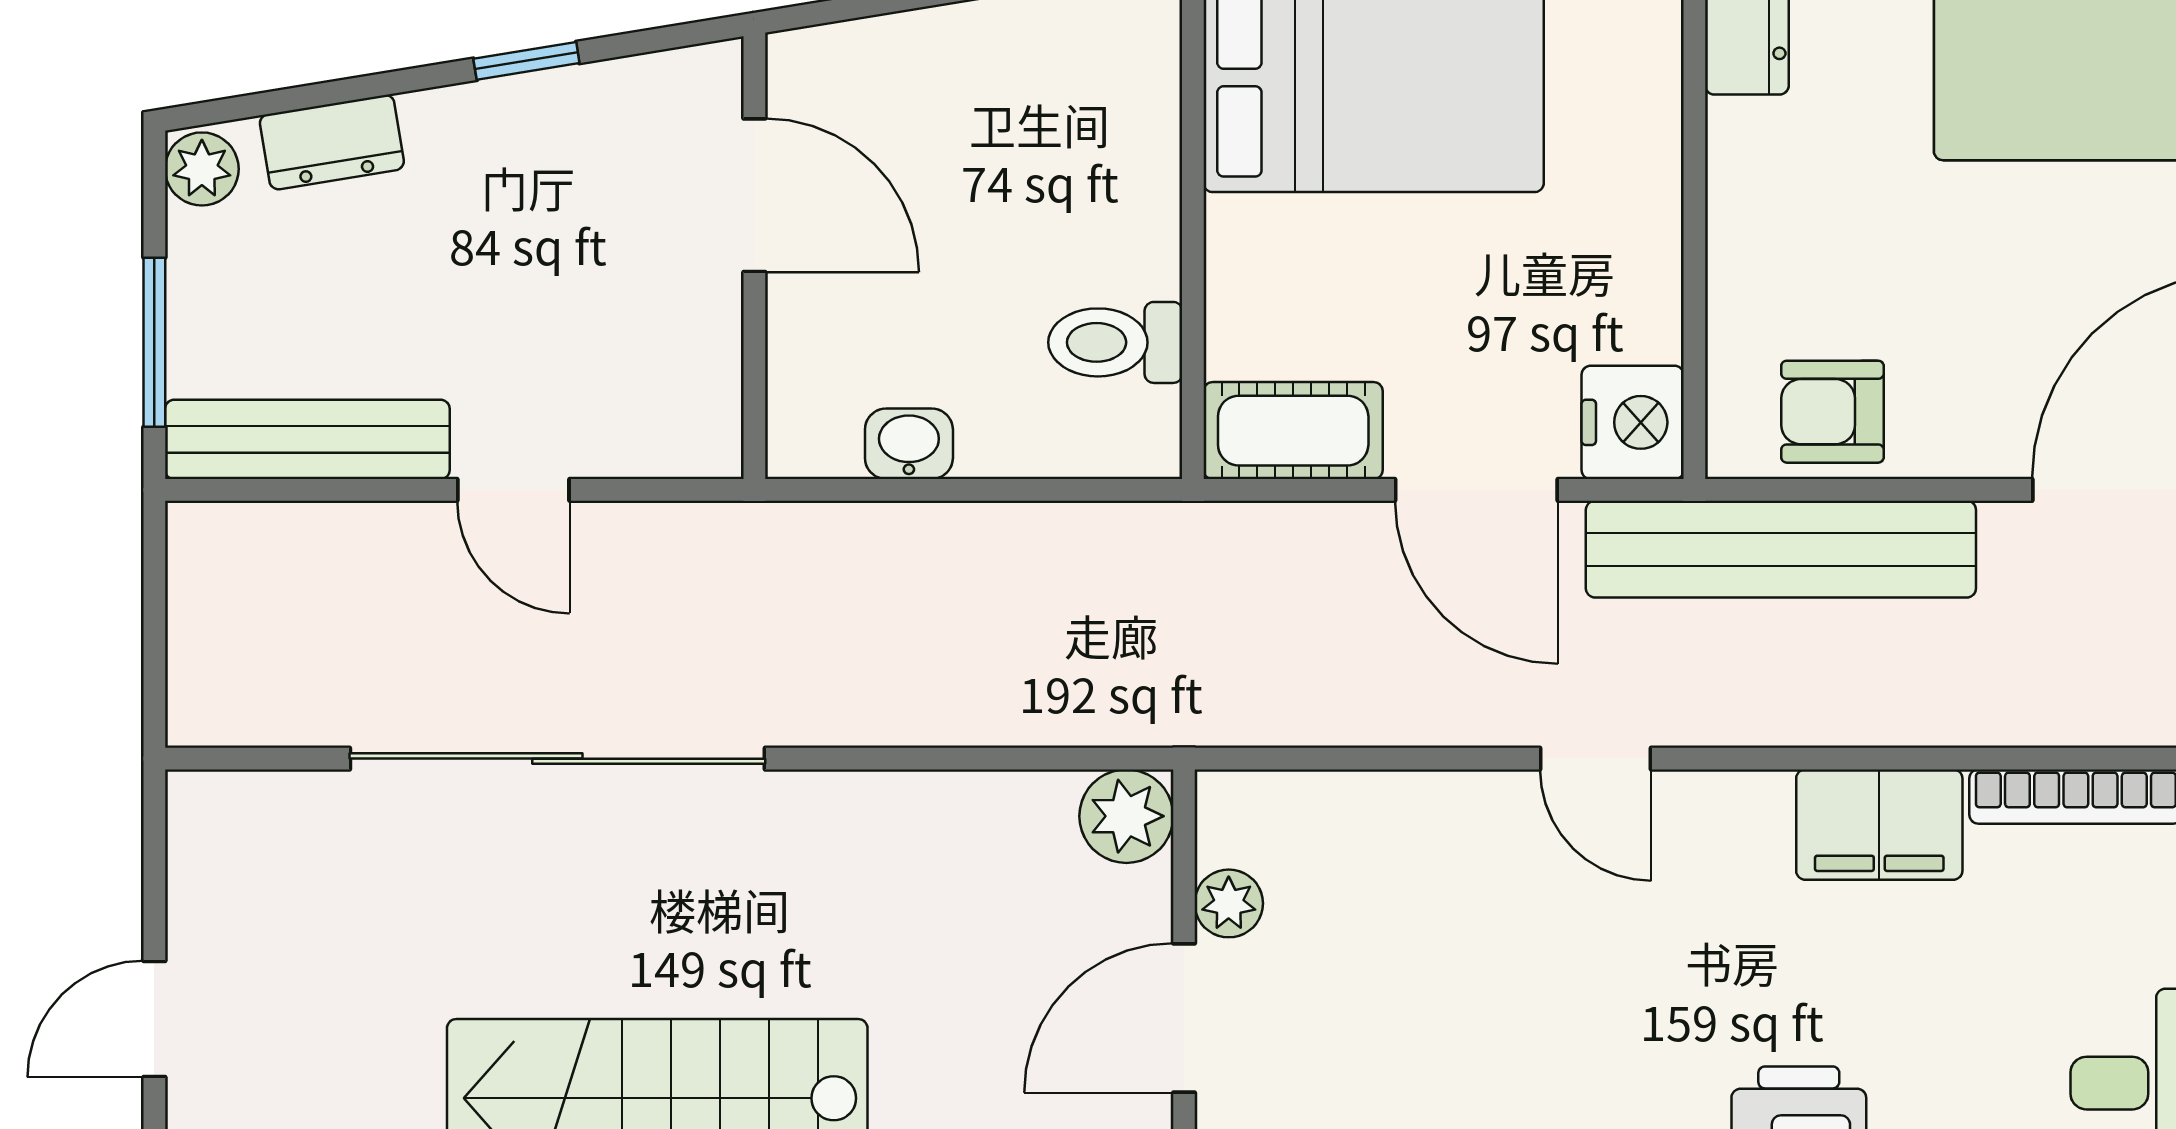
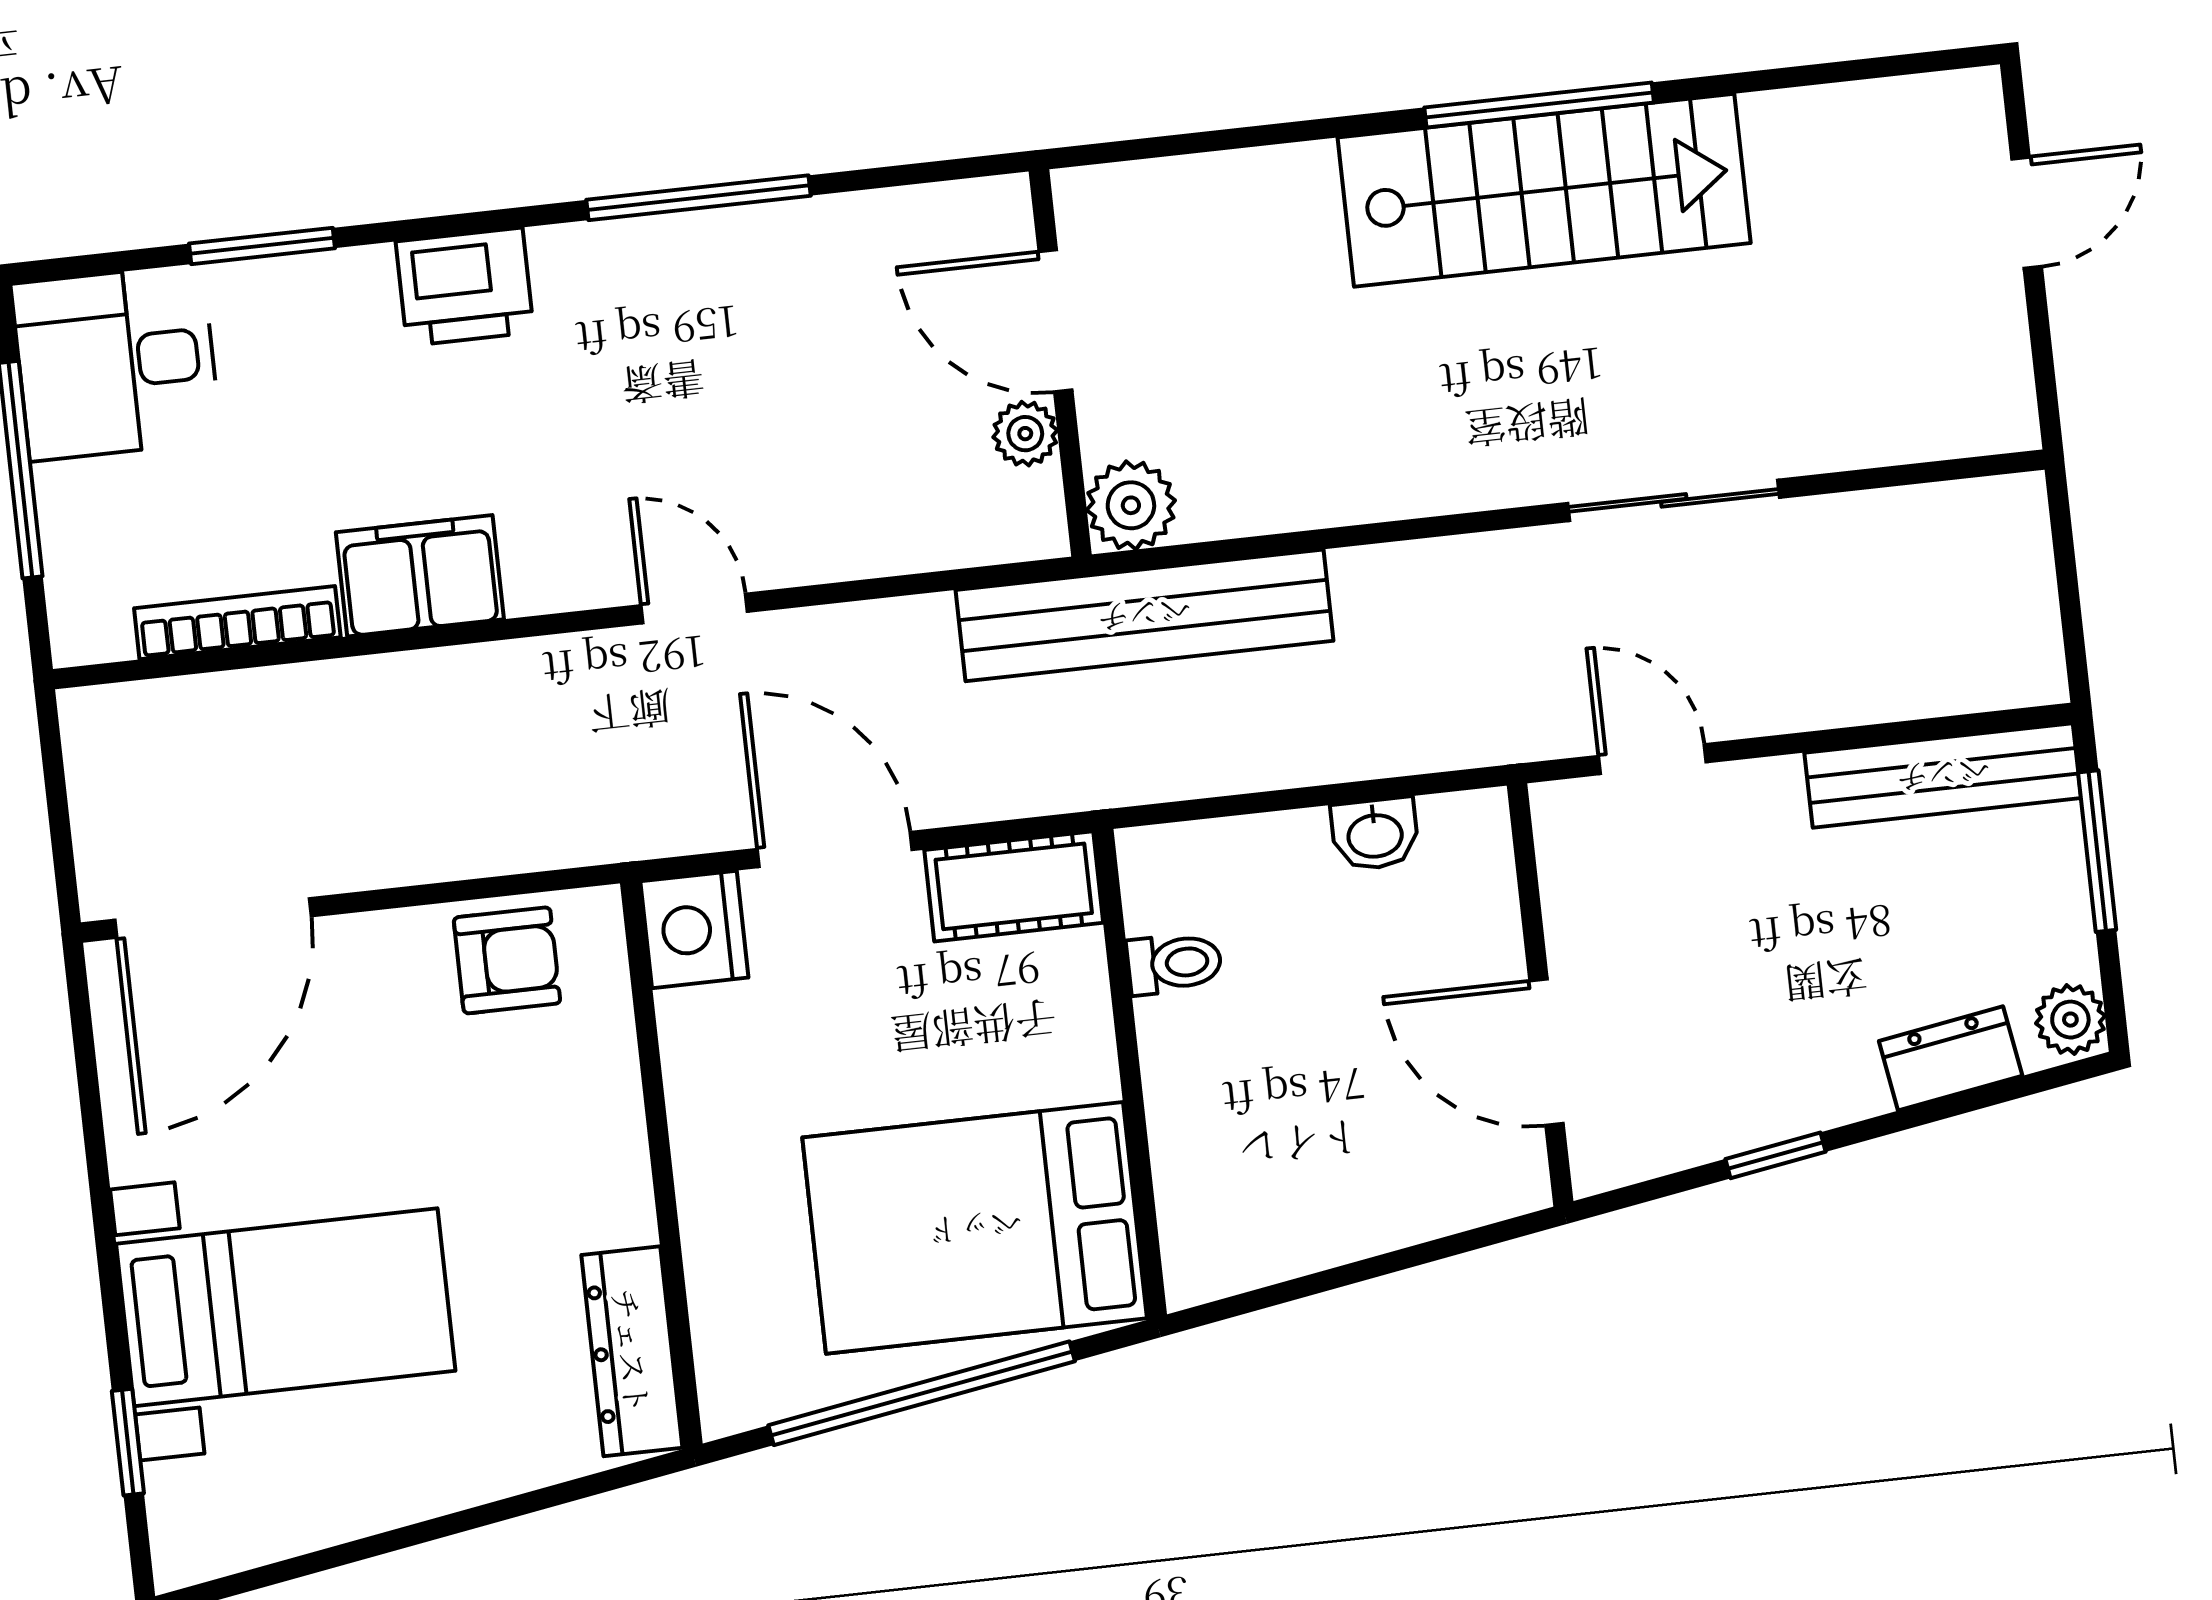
toilet: (1115, 342) -> (1174, 963), width x0.73, depth x0.72
door: (513, 490) -> (1652, 759), moved
bench: (1781, 549) -> (1144, 615), moved
sliding door: (557, 759) -> (1674, 500), width x0.54
door: (1184, 1018) -> (1056, 321), swing flipped

